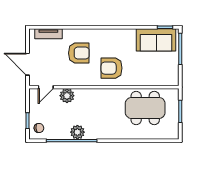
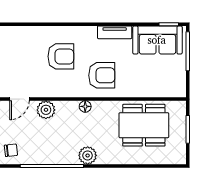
tv unit: (48, 34) -> (115, 32), moved
armchair: (112, 68) -> (102, 75), turned 180
floor lamp: (98, 93) -> (85, 106), added
plant: (77, 132) -> (88, 155), moved

